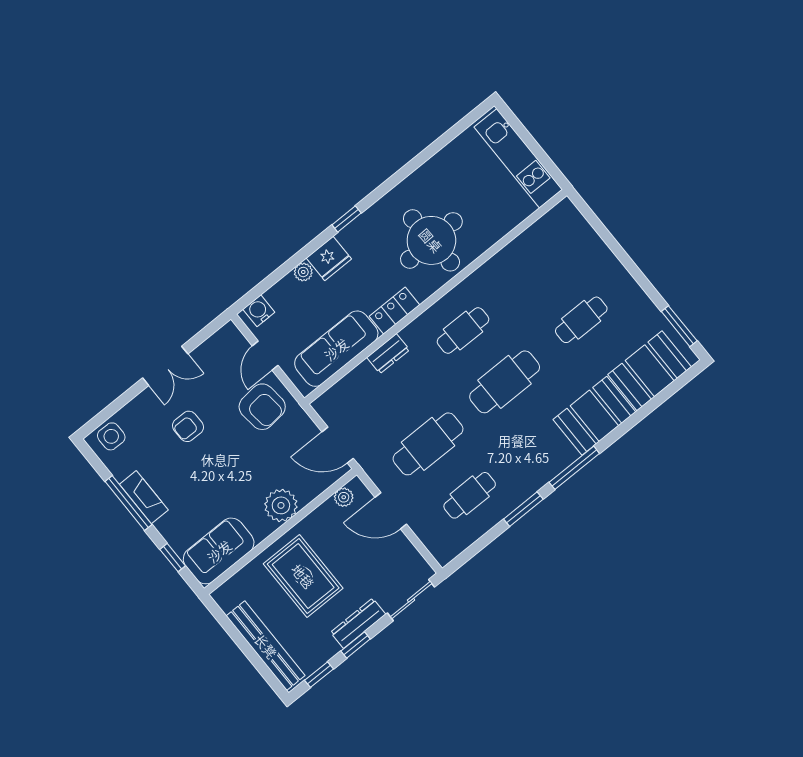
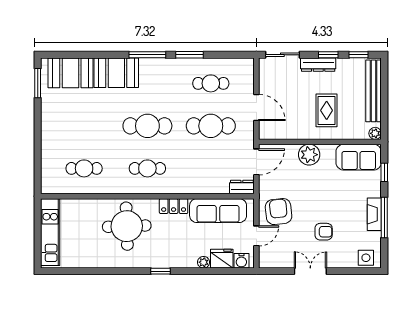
fridge: (329, 258) -> (222, 259), moved
cafe table: (581, 320) -> (84, 168), moved
dresser: (388, 354) -> (242, 187), moved
door: (338, 445) -> (256, 162), hinge flipped
plant: (344, 497) -> (375, 133), moved
rug: (303, 576) -> (327, 110), width x0.73, depth x0.70

